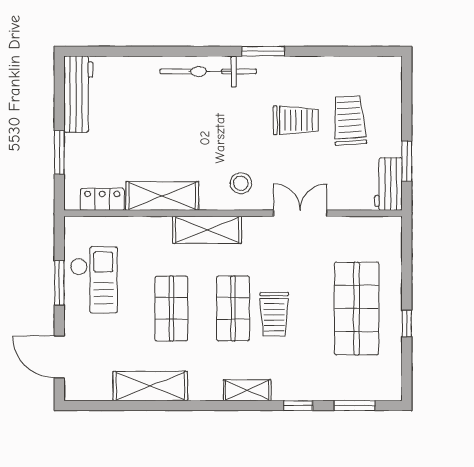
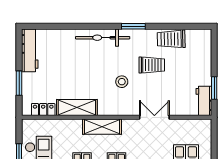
trolley: (349, 120) -> (171, 39), moved, turned -87
stool: (241, 183) -> (122, 82), moved

